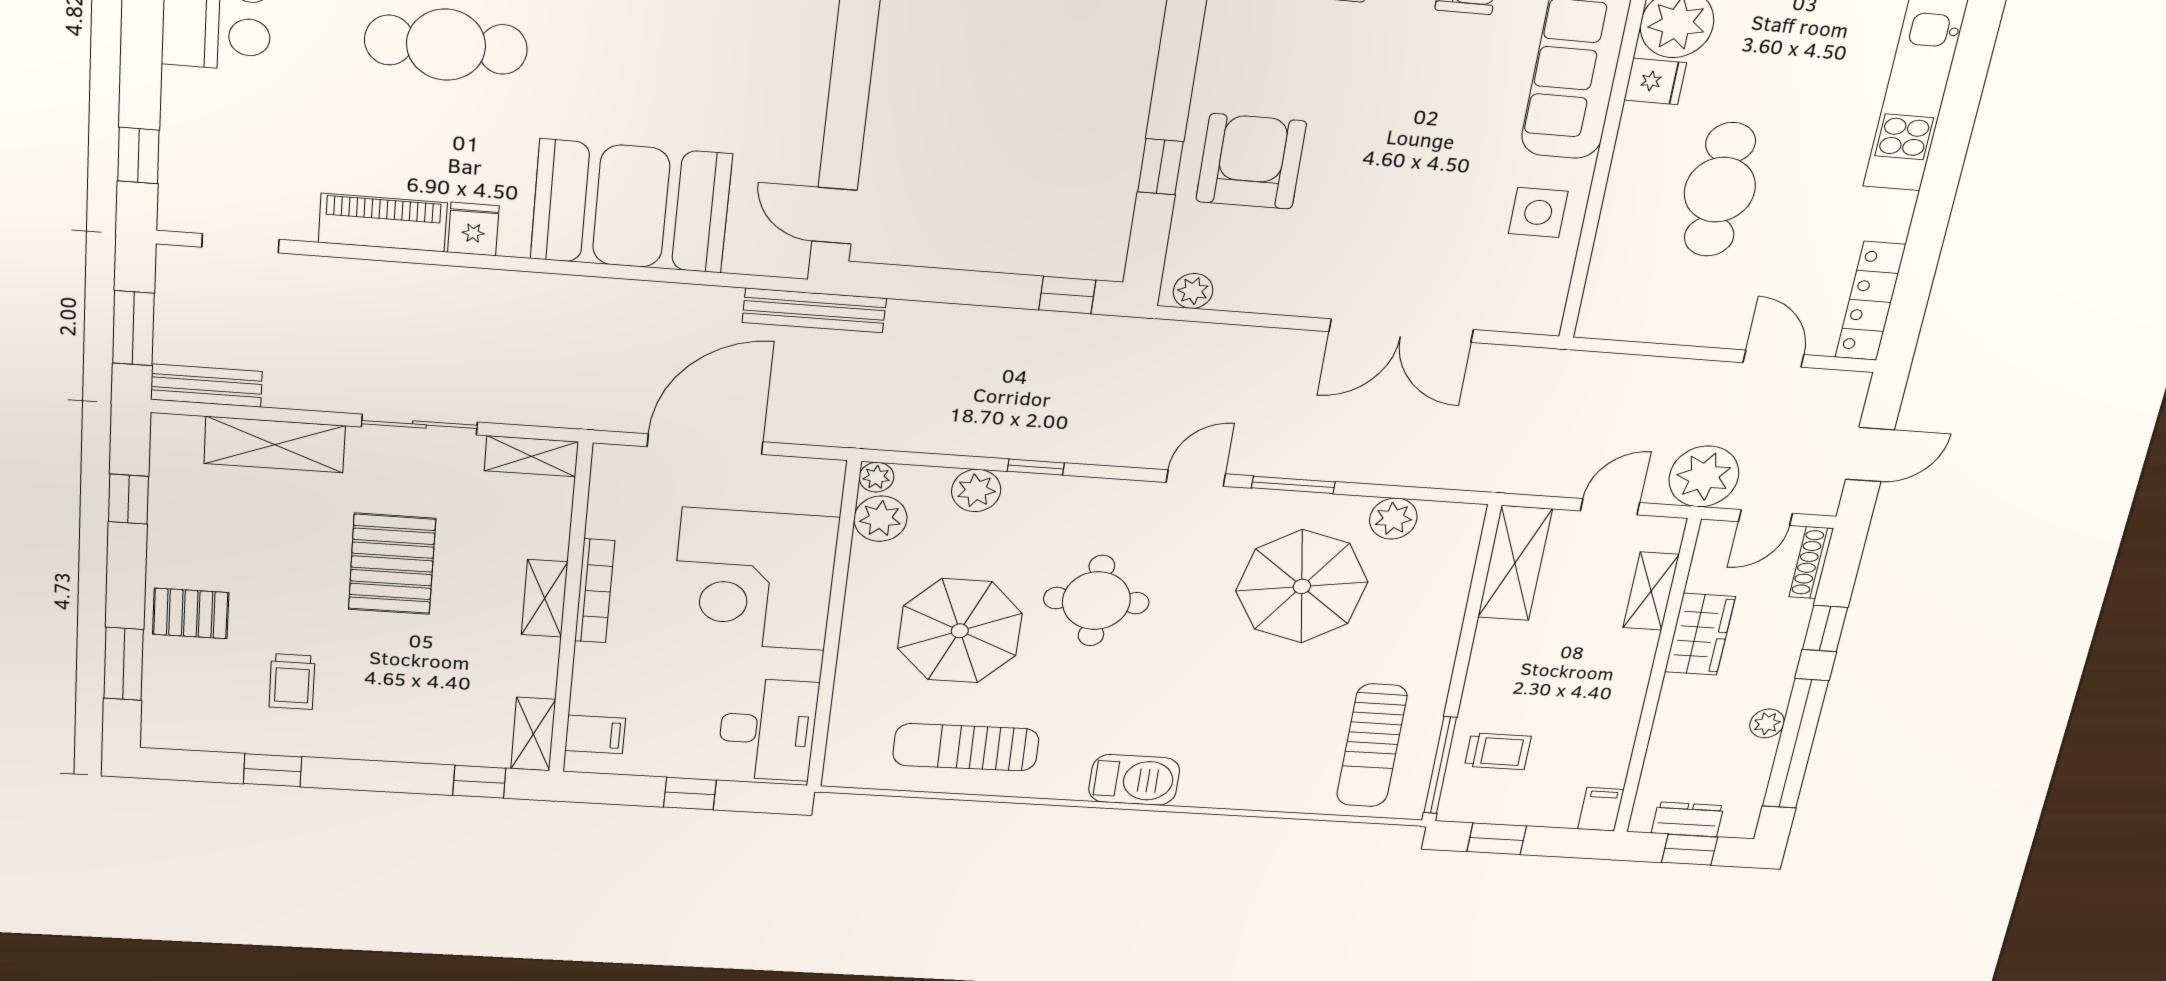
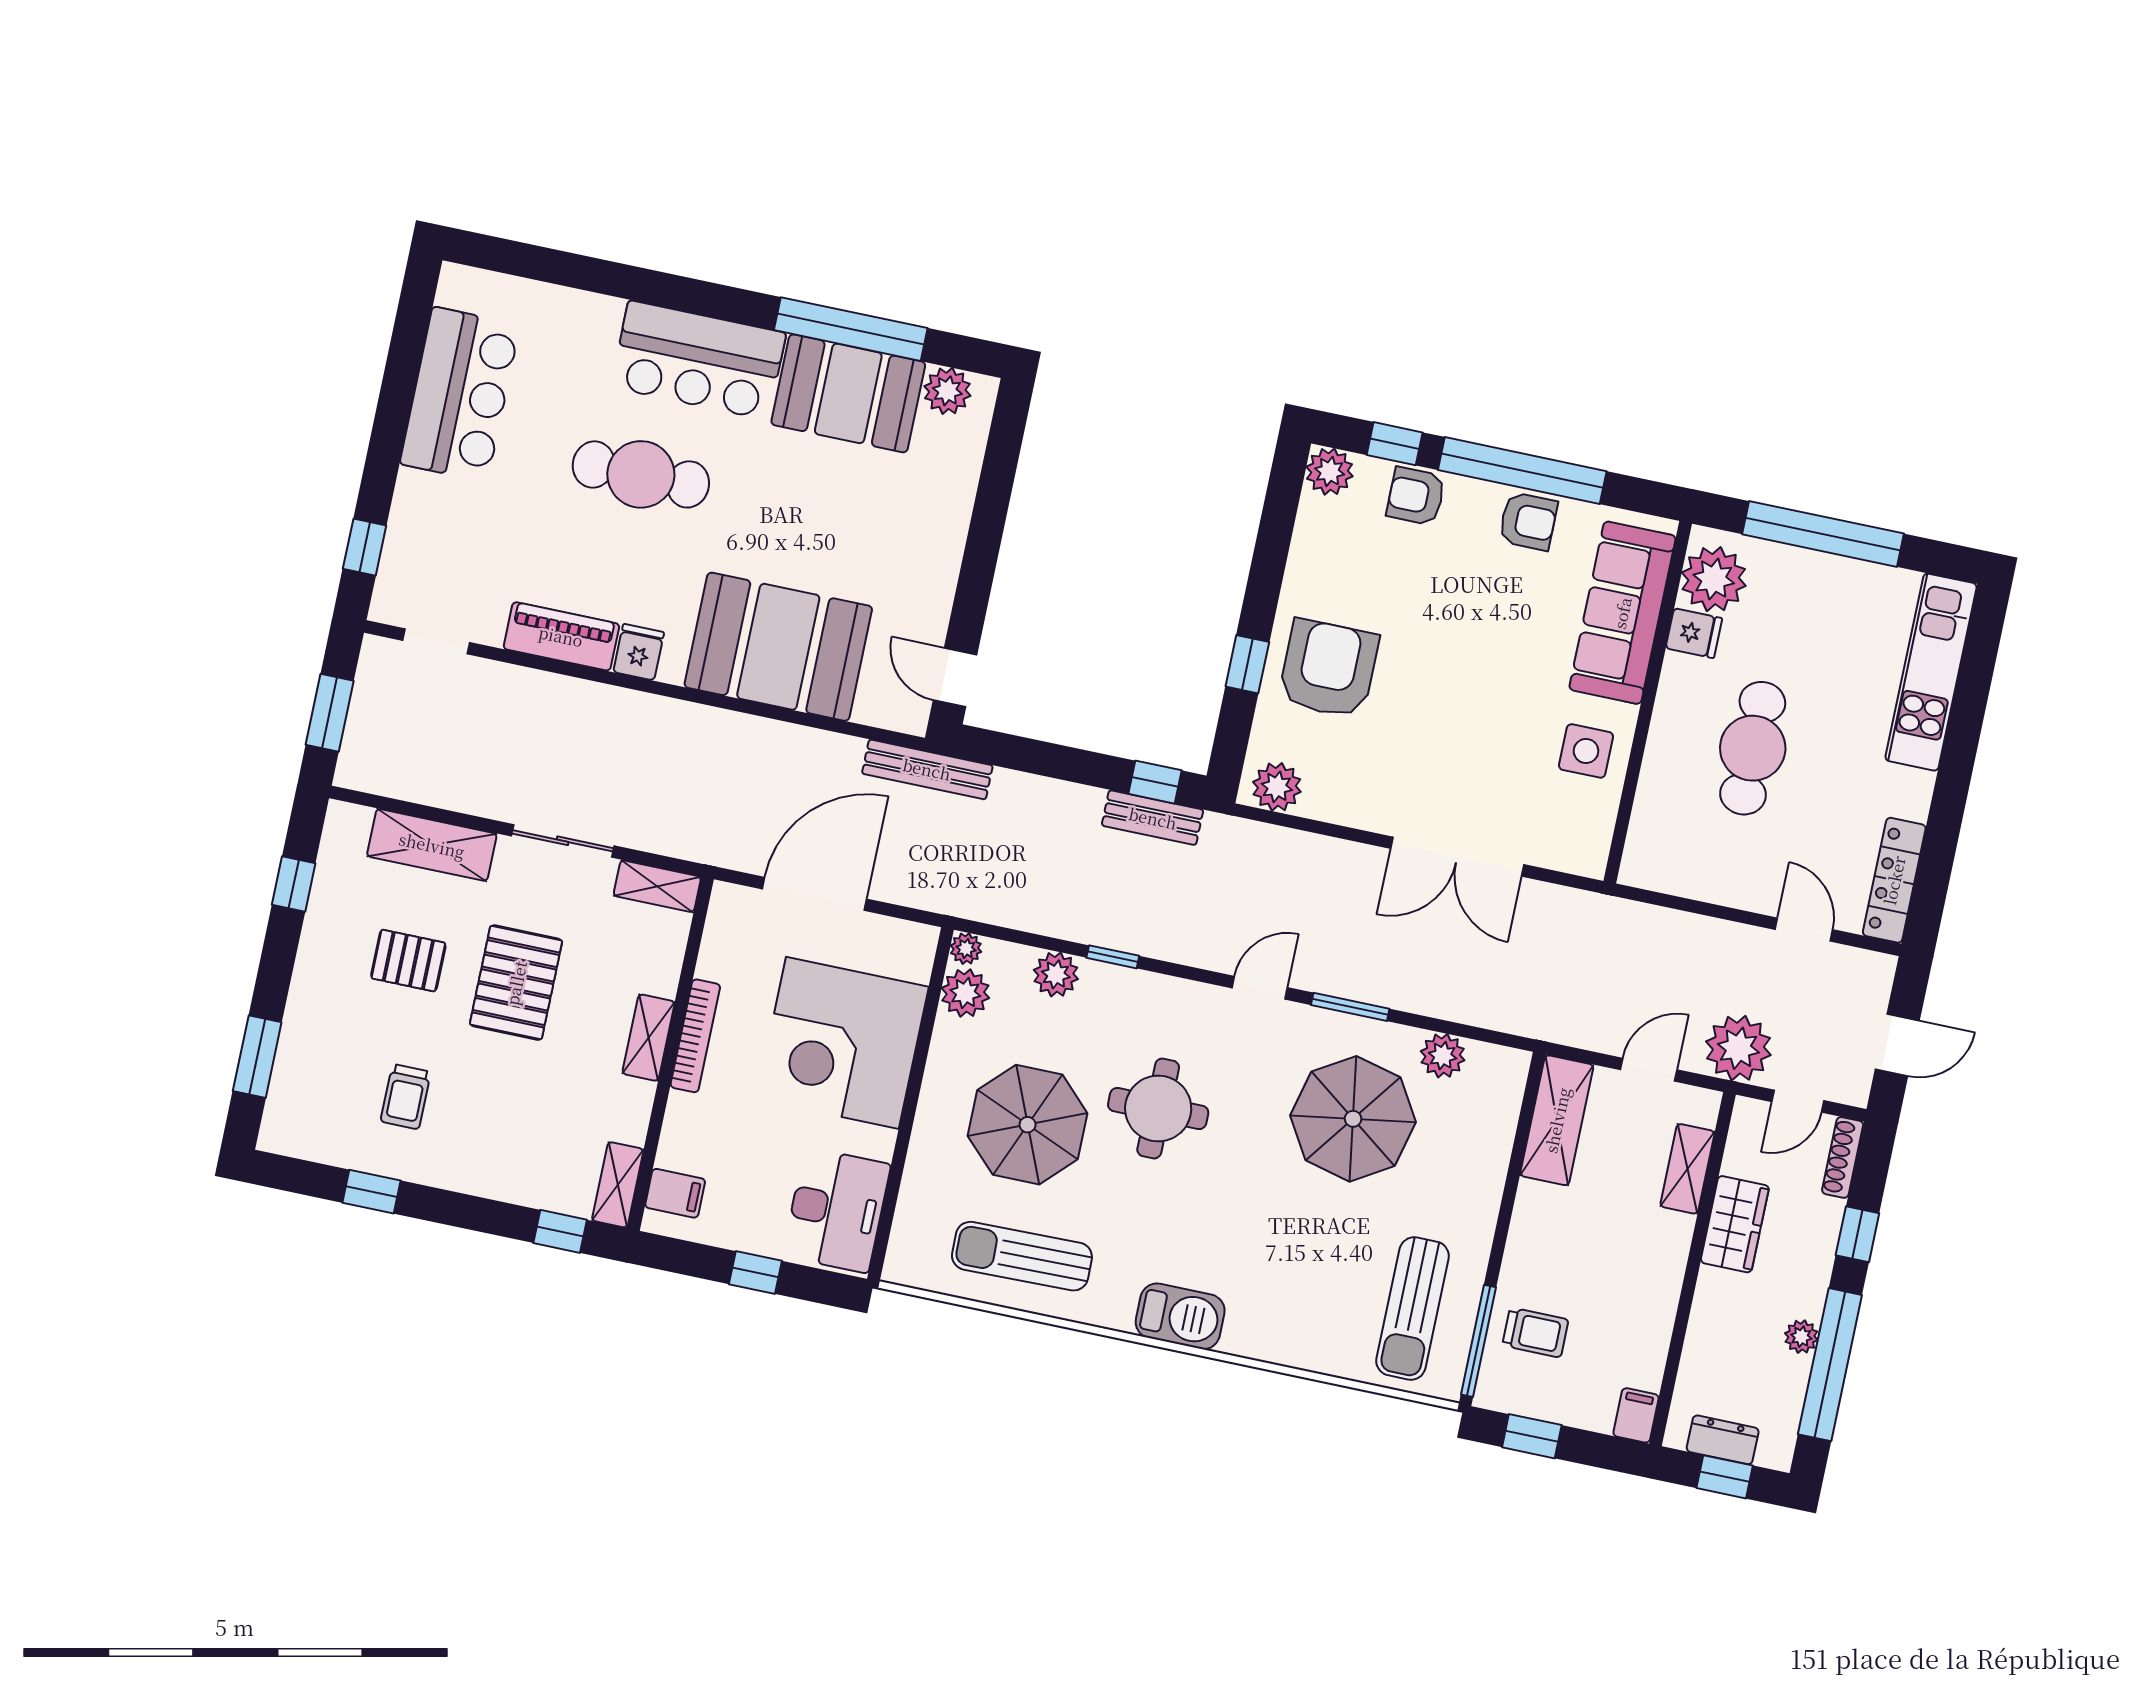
plant: (1193, 291) -> (1277, 787), width x1.38, depth x1.38
bench: (206, 386) -> (1153, 818), moved
pallet: (191, 613) -> (408, 961), moved

